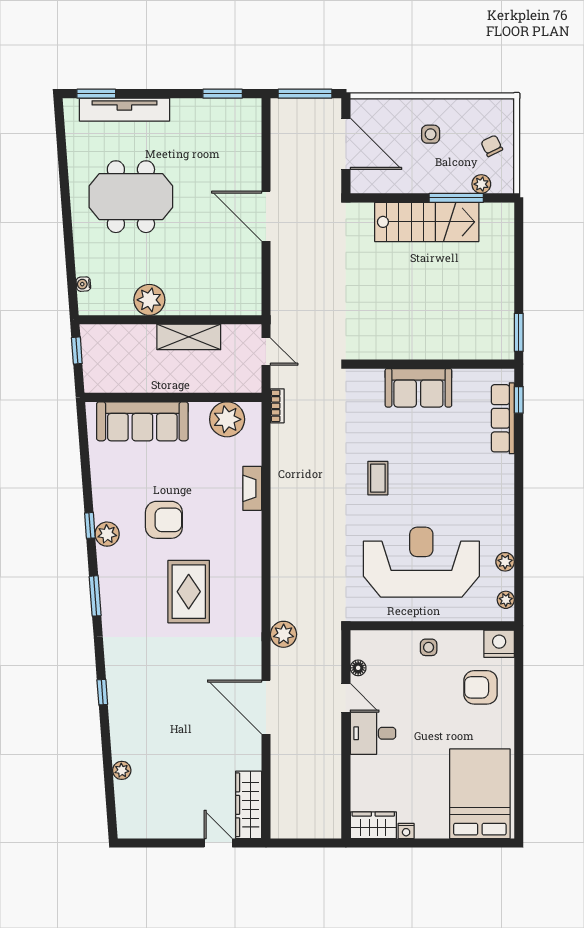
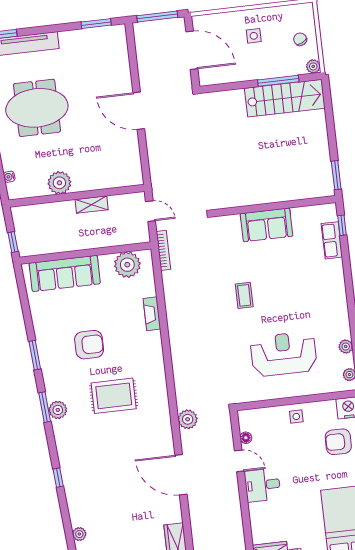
plant: (481, 184) -> (313, 66), moved
stairs: (427, 222) -> (285, 98), moved
shelving: (189, 337) -> (92, 205), width x0.67, depth x0.75
window: (77, 350) -> (13, 242), moved
bookcase: (277, 406) -> (163, 250), width x1.56
row of seats: (503, 418) -> (332, 240), width x0.68
window: (90, 525) -> (35, 355), width x1.50
plant: (107, 534) -> (58, 410), moved
reception desk: (421, 562) -> (284, 354), width x0.74, depth x0.77
rug: (189, 592) -> (114, 396), turned 90

